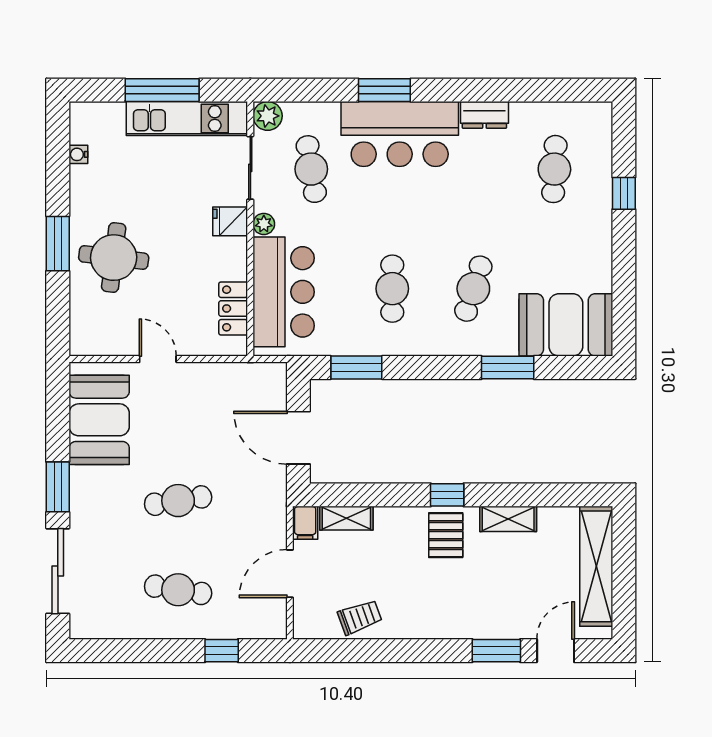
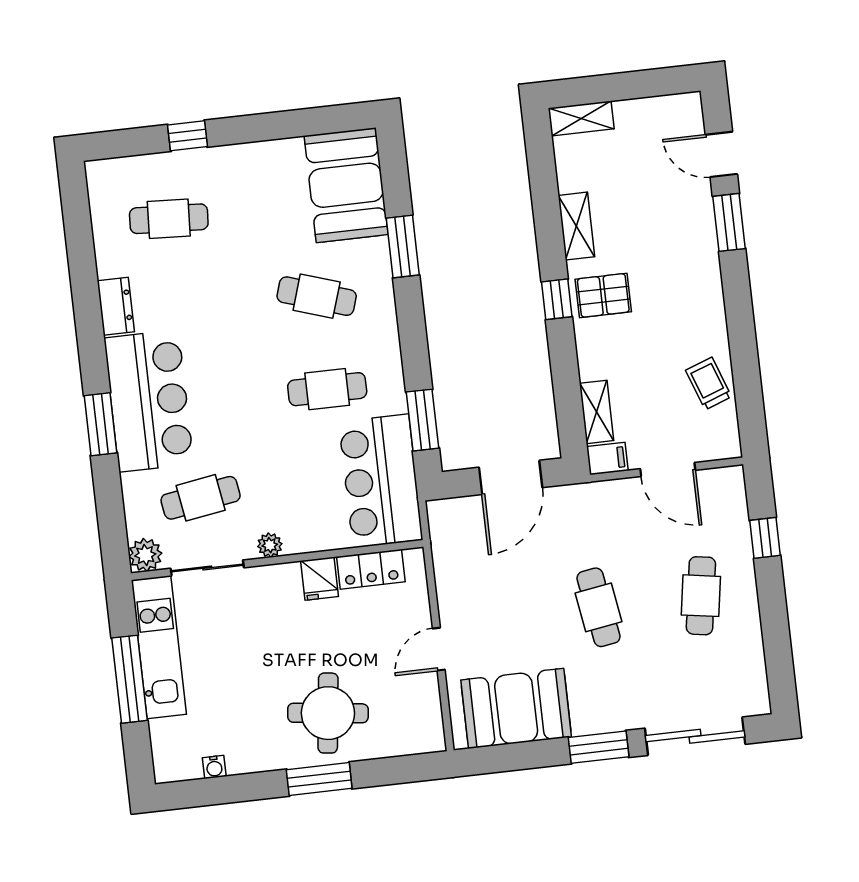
fridge: (230, 221) -> (320, 579), moved
bar counter: (284, 292) -> (381, 481), moved, turned -90
shelving: (596, 566) -> (581, 118), width x0.45, depth x0.75

